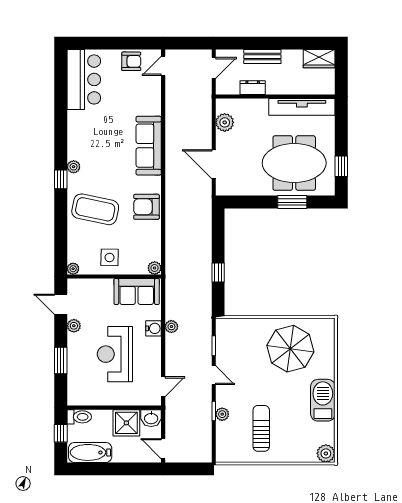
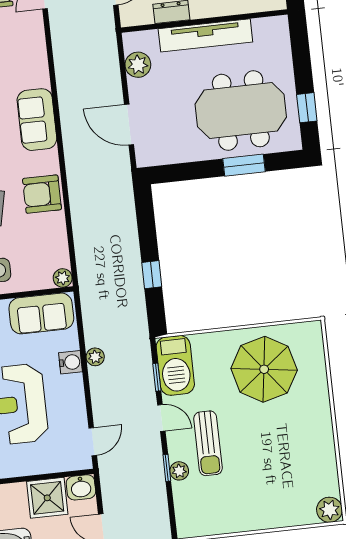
tv unit: (302, 107) -> (205, 35), moved
sofa: (149, 146) -> (37, 120), width x0.74
barbecue: (323, 400) -> (175, 365), moved, turned 180
sun lounger: (261, 428) -> (208, 443), moved, turned 180

